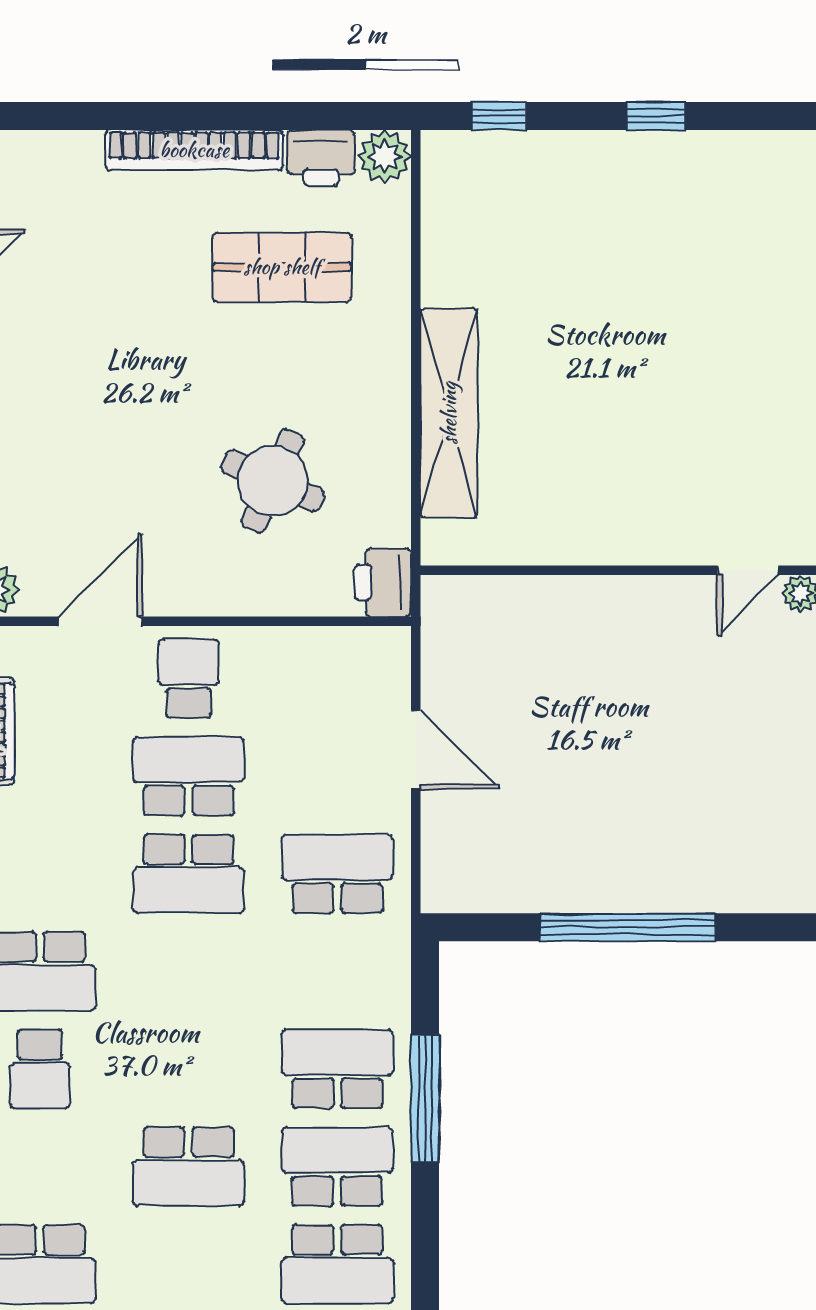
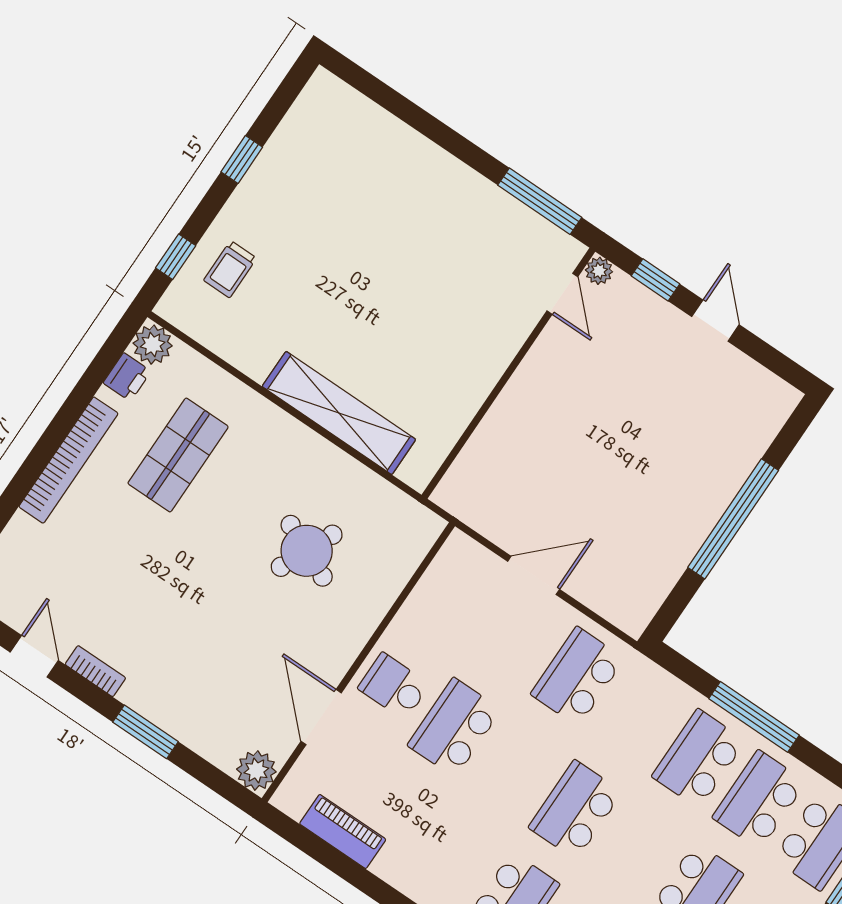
printer: (321, 158) -> (127, 377), width x0.73, depth x0.81
trolley: (526, 185) -> (230, 269), added
printer: (383, 582) -> (416, 525), removed
school desk: (189, 874) -> (575, 810), moved, turned 180

